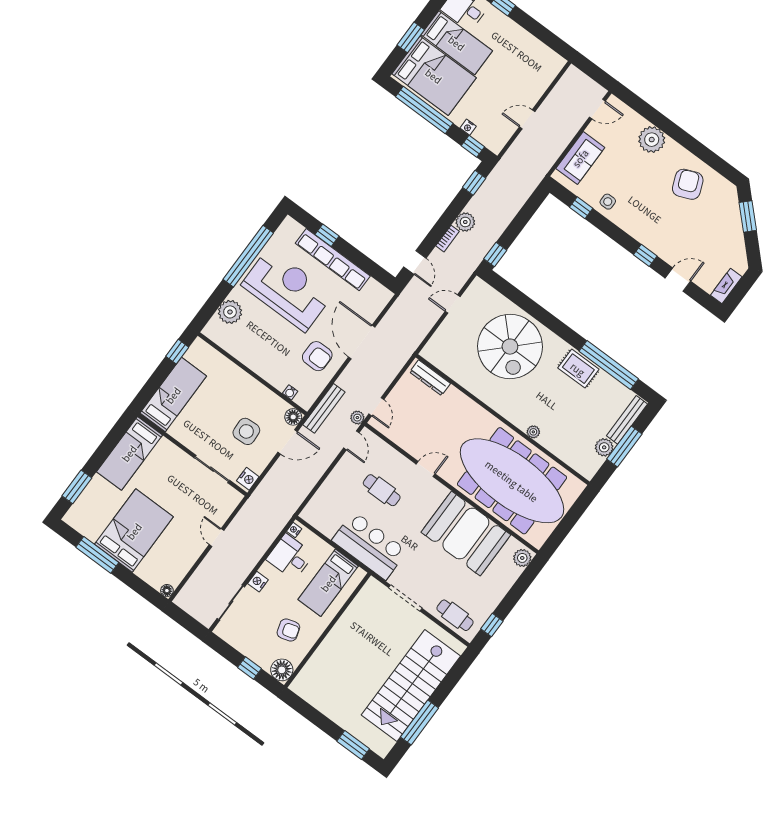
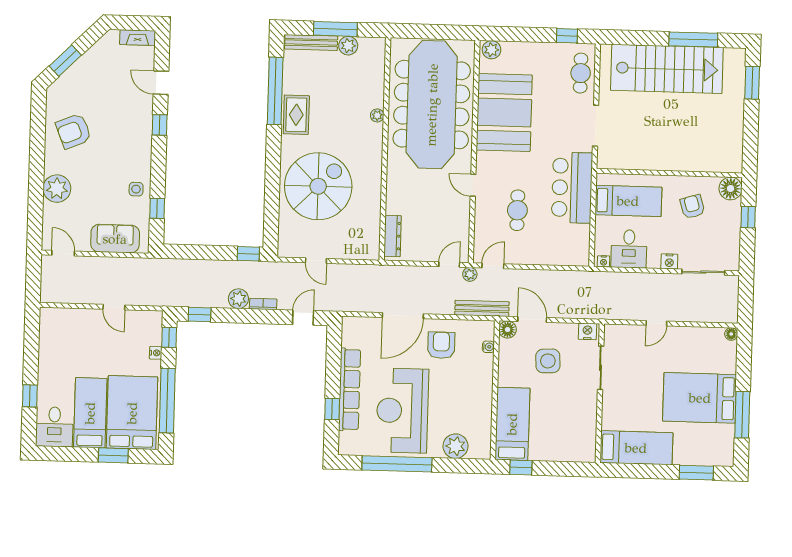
bed: (173, 395) -> (512, 424), moved, turned 90

